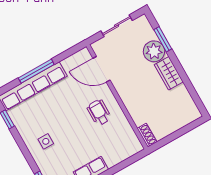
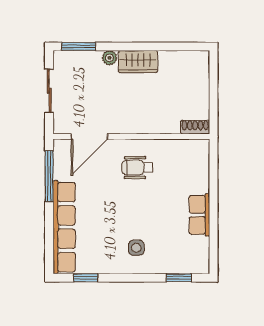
window: (163, 39) -> (79, 46), moved
plant: (154, 51) -> (109, 58), width x0.53, depth x0.53
window: (36, 71) -> (49, 176), moved

